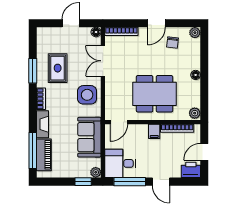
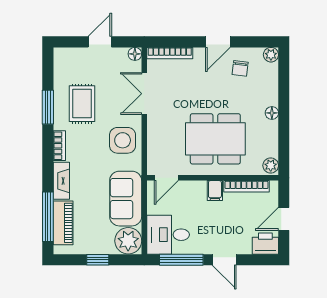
plant: (96, 172) -> (128, 241), width x1.88, depth x1.88
window: (83, 182) -> (98, 260), moved

